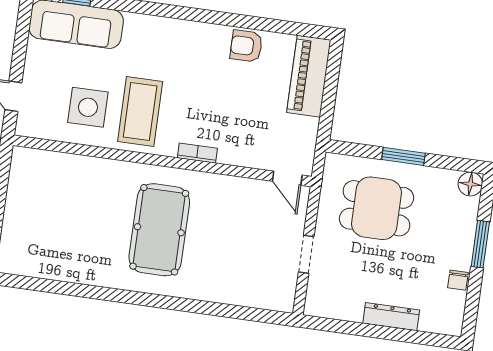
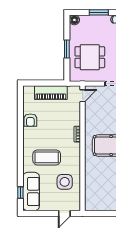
piano: (309, 76) -> (51, 93), moved
coffee table: (140, 112) -> (47, 157), moved
dining table: (376, 208) -> (90, 57), turned 90

